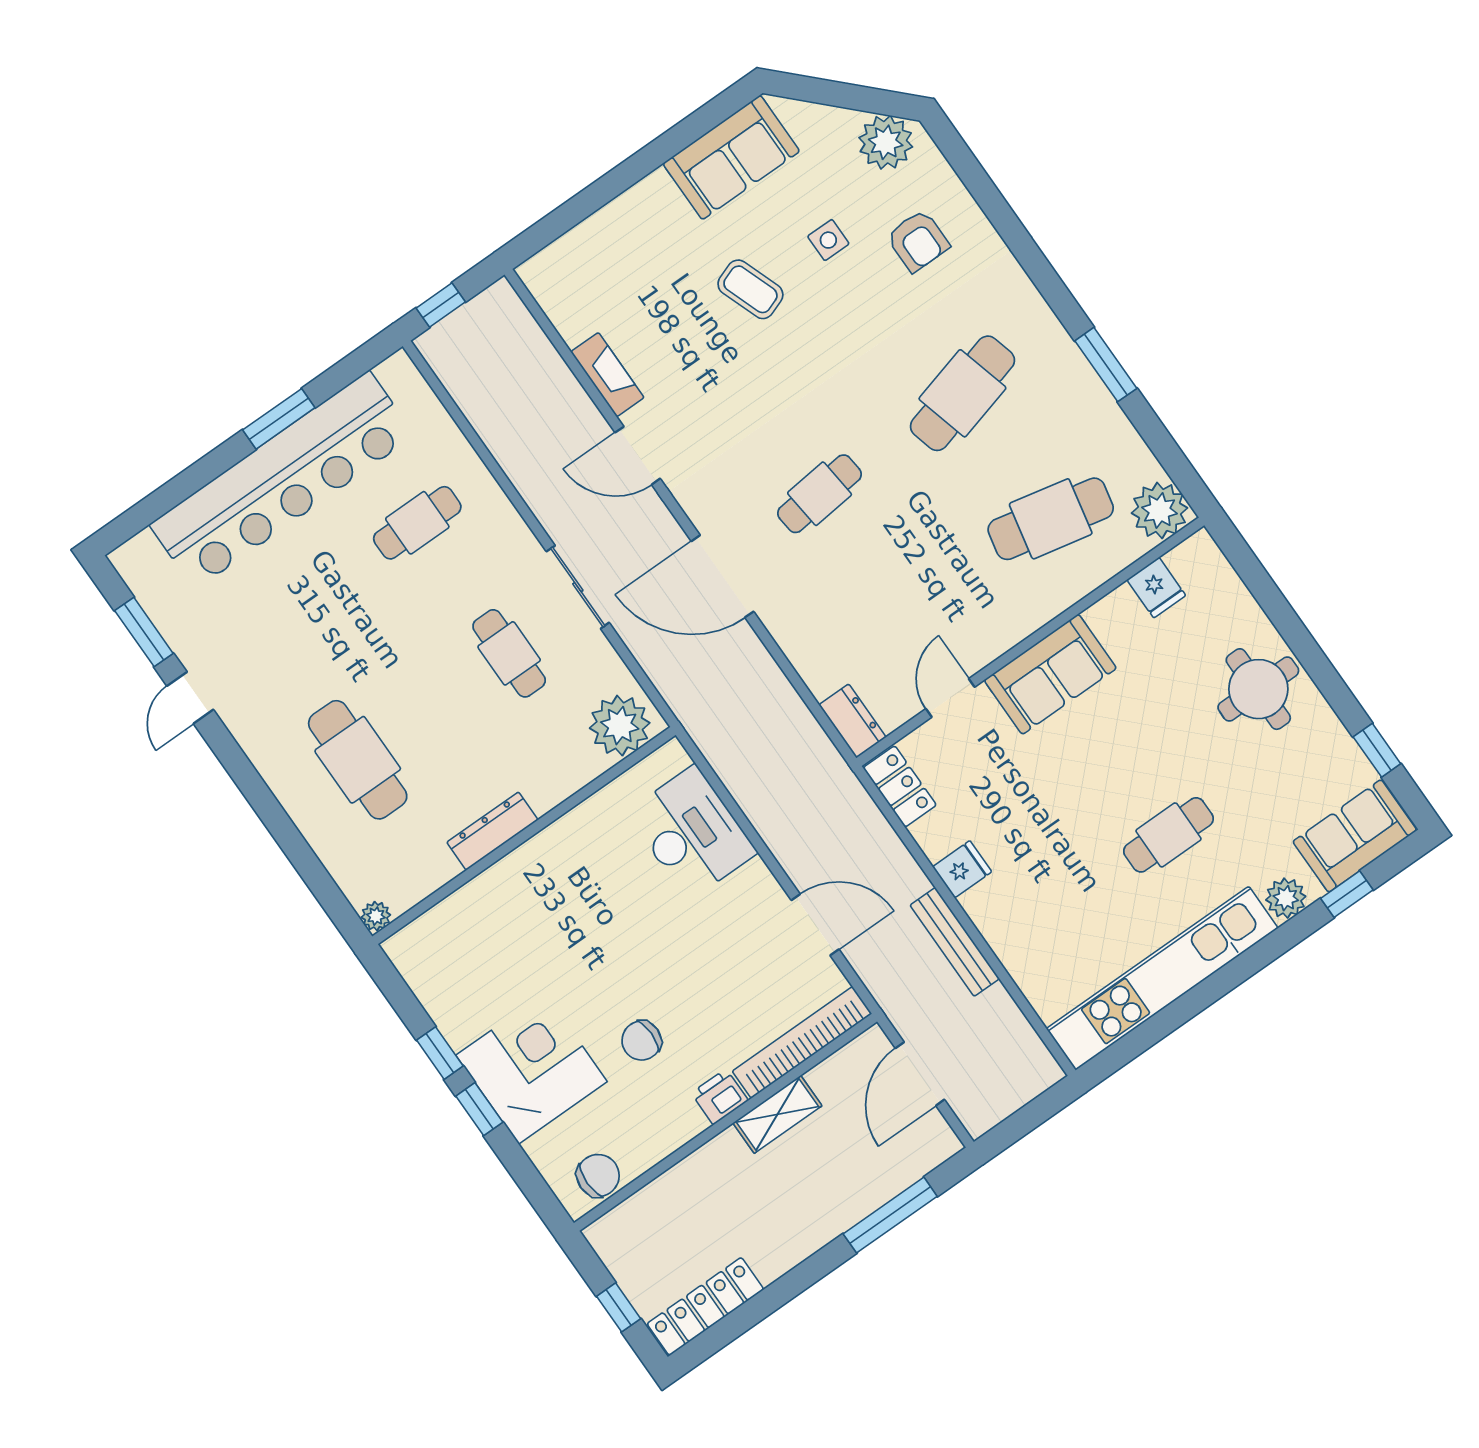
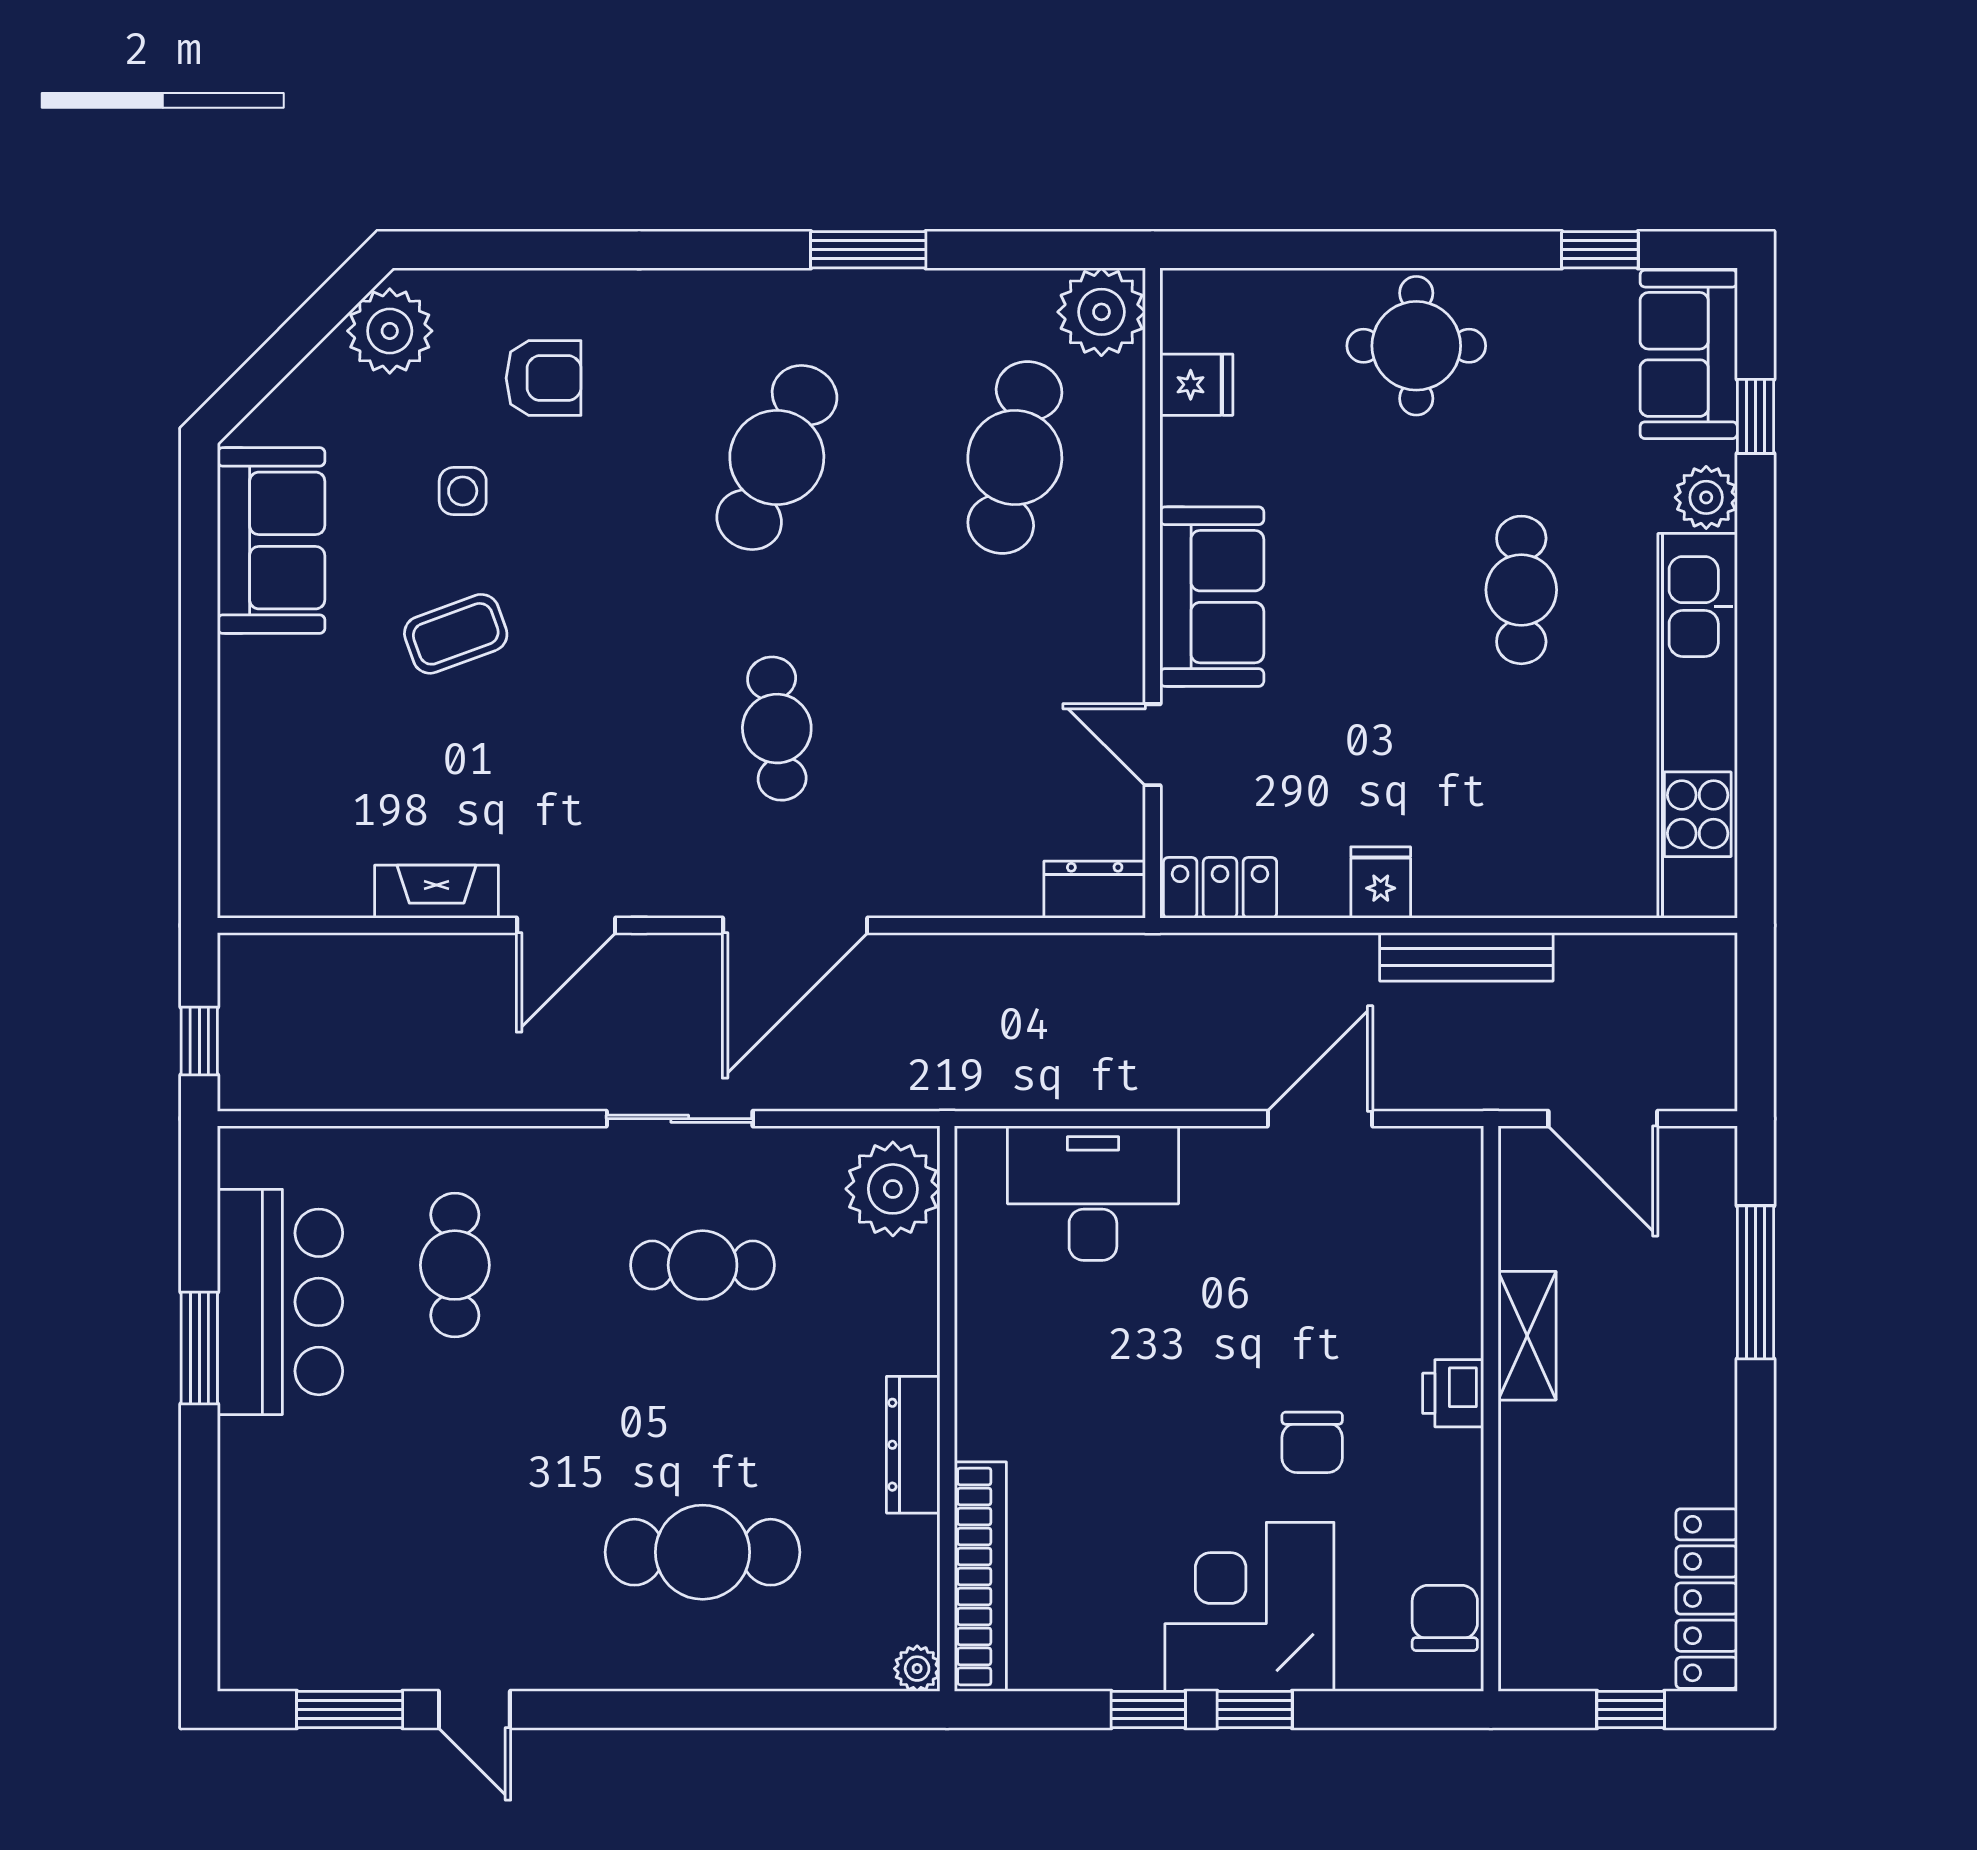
cafe table: (962, 393) -> (777, 457), turned 39
bar counter: (282, 480) -> (280, 1302), width x0.54
bookcase: (802, 1042) -> (980, 1576), moved, turned 180

